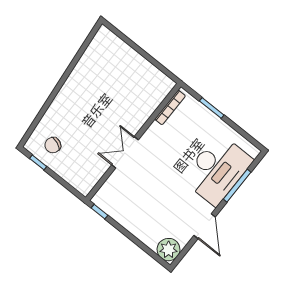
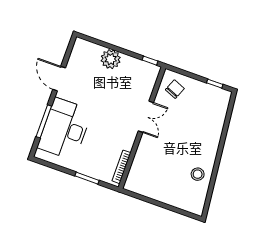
stool: (91, 71) -> (198, 174), added
chair: (53, 145) -> (175, 89), moved
plant: (169, 250) -> (111, 59), moved

